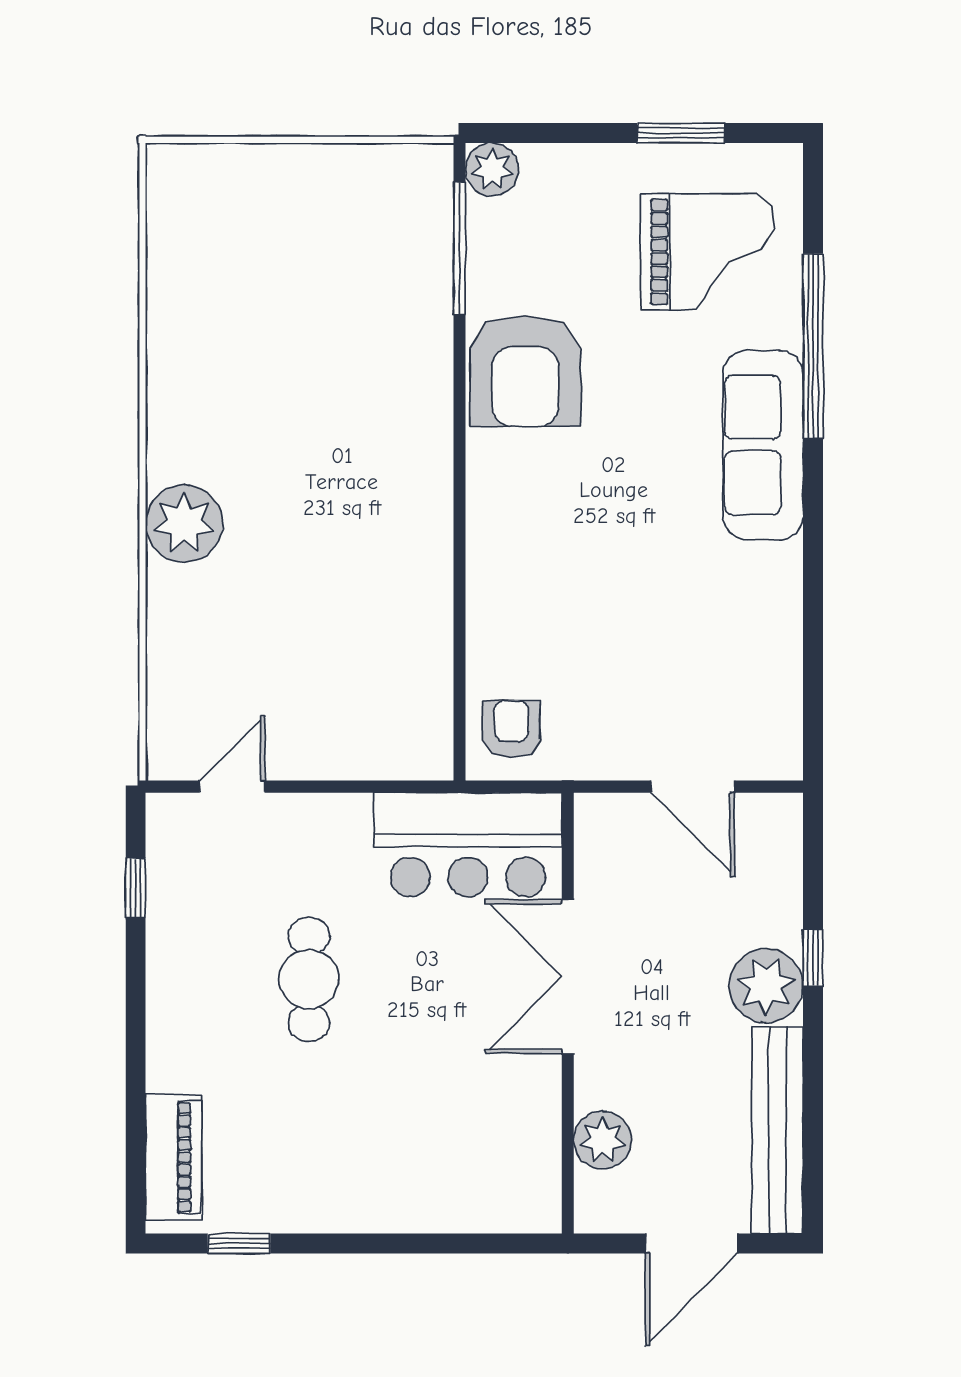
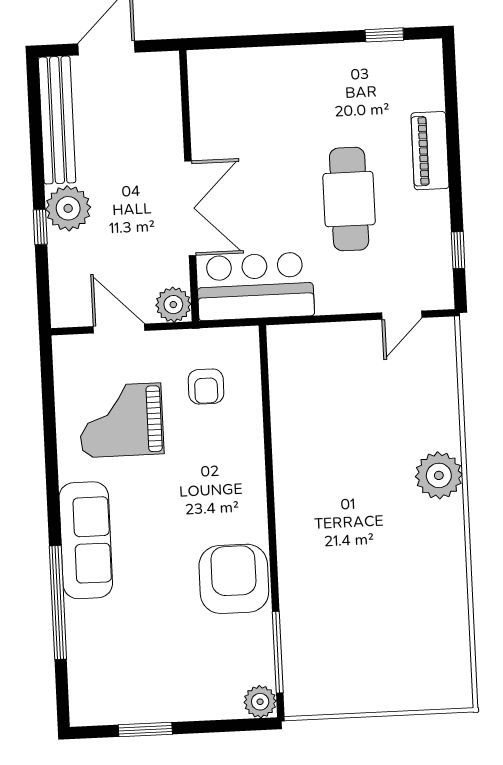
grand piano: (708, 252) -> (121, 420), moved
armchair: (511, 729) -> (206, 386), moved
cafe table: (309, 979) -> (349, 199), width x1.37, depth x1.35
plant: (603, 1140) -> (173, 305), moved
piano: (174, 1157) -> (430, 151), moved

